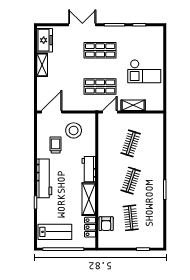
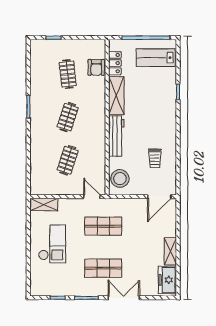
double door: (82, 25) -> (124, 298), swing flipped
checkout: (144, 71) -> (52, 244), turned 90
shelving: (133, 105) -> (44, 204), moved
door: (110, 112) -> (92, 197), swing flipped
stool: (74, 130) -> (120, 179), moved
workbench: (89, 169) -> (116, 136), width x1.38
workbench: (44, 178) -> (168, 120), removed
armchair: (106, 224) -> (96, 67), turned 180

